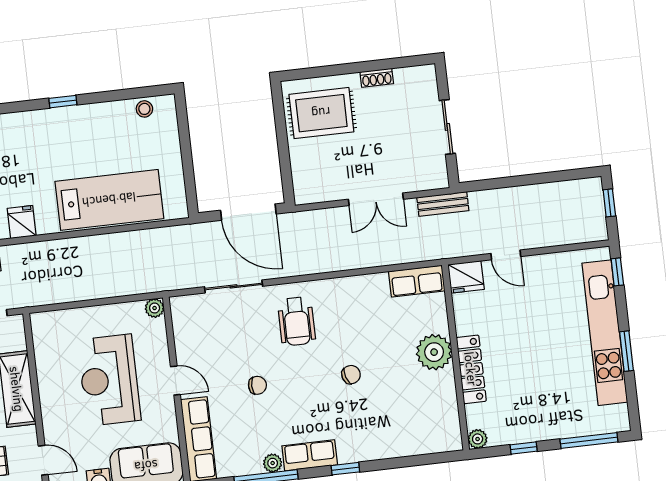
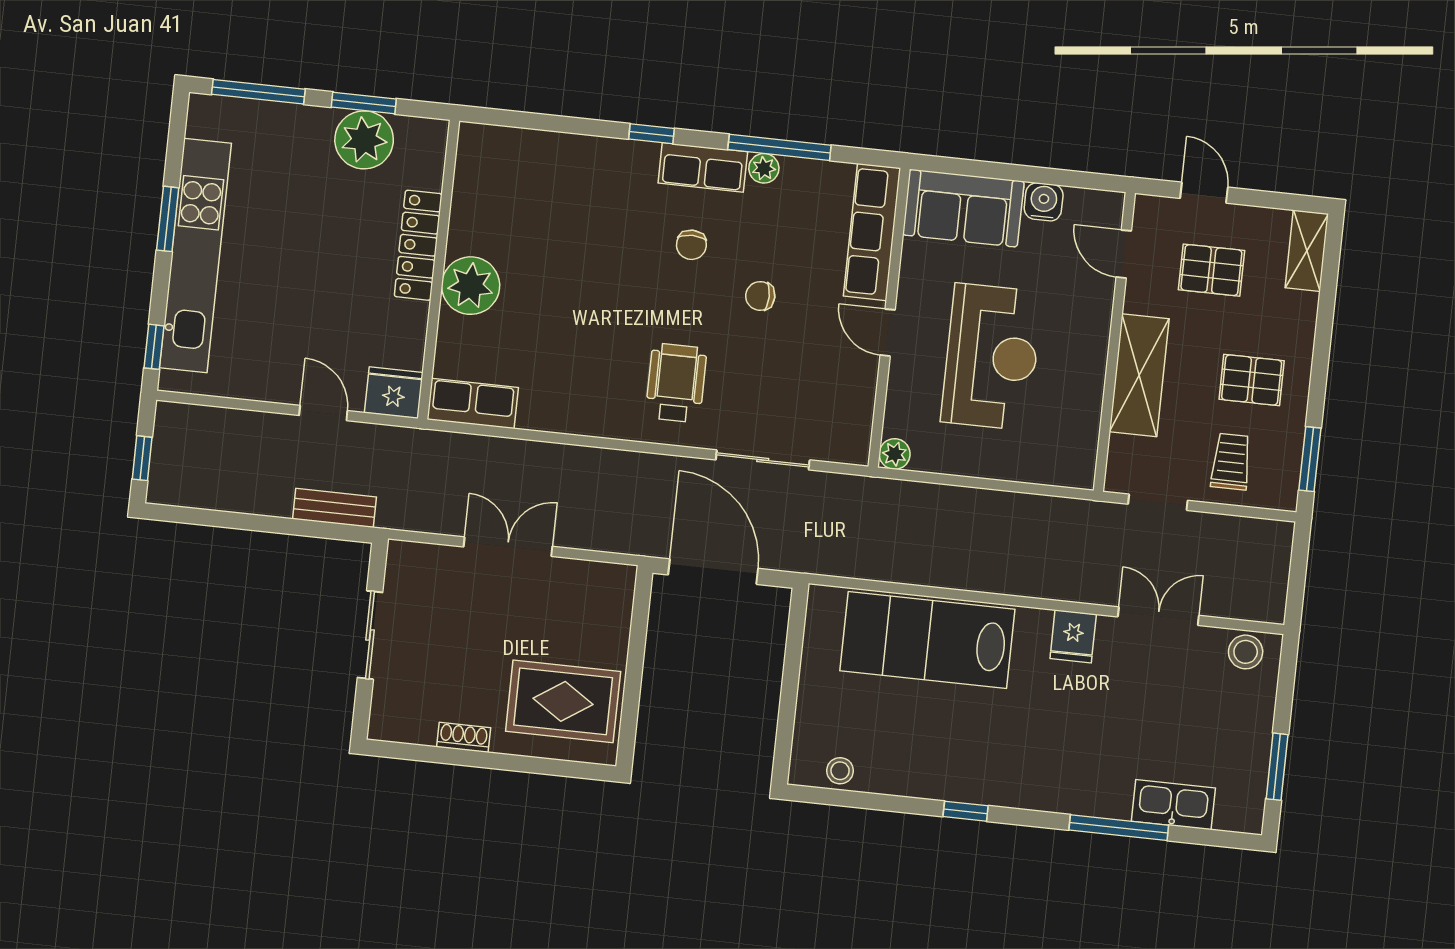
bench: (443, 204) -> (334, 508), moved
chair: (351, 375) -> (691, 245), moved, turned -72
plant: (478, 439) -> (364, 140), moved, width x1.88, depth x1.88
window: (524, 448) -> (364, 103), width x1.50

